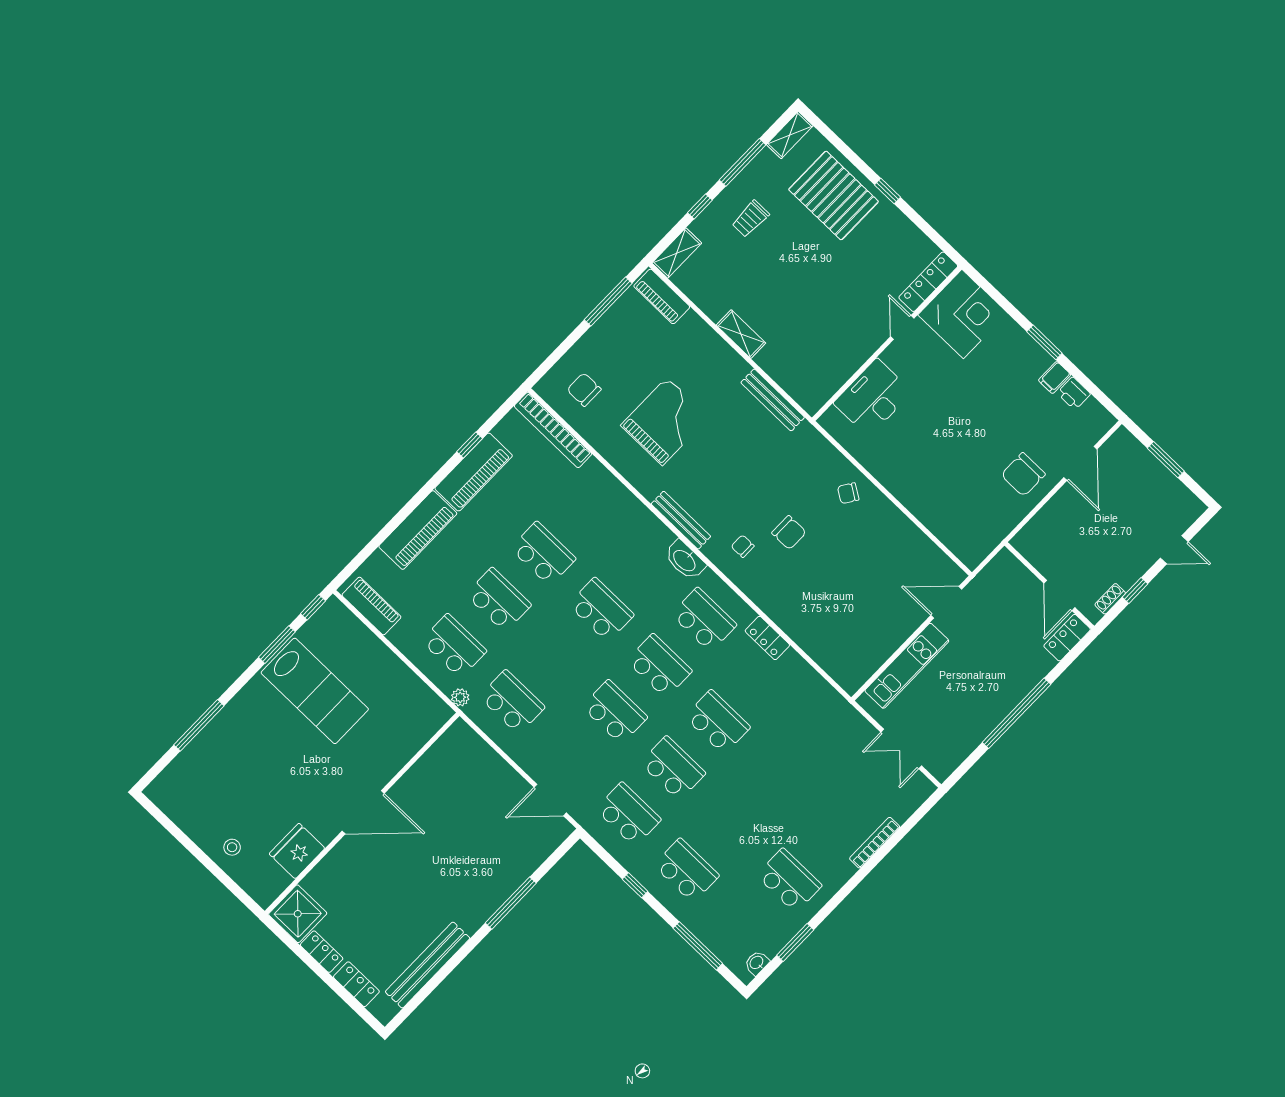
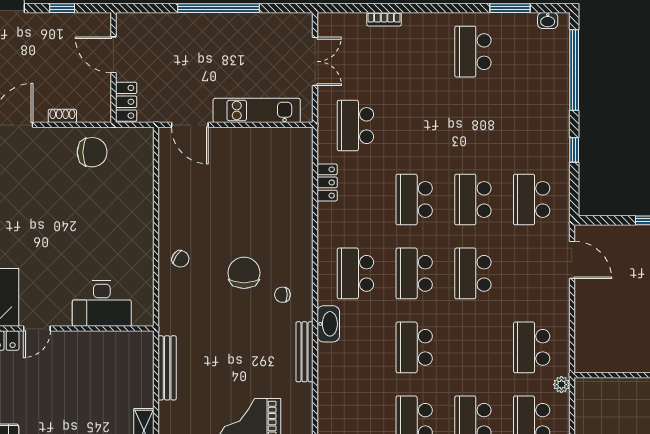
chair: (1023, 475) -> (92, 152), moved
chair: (789, 533) -> (244, 273), width x1.37, depth x1.37
chair: (743, 546) -> (282, 295), turned 90
door: (1059, 595) -> (113, 55), swing flipped
shoe rack: (1110, 599) -> (62, 116), moved, turned 180
locker: (767, 638) -> (327, 182), moved
locker: (1067, 638) -> (126, 102), moved, turned -90
bookcase: (875, 843) -> (384, 19), width x0.64
school desk: (686, 870) -> (355, 126), moved
window: (698, 946) -> (574, 70), width x1.46

